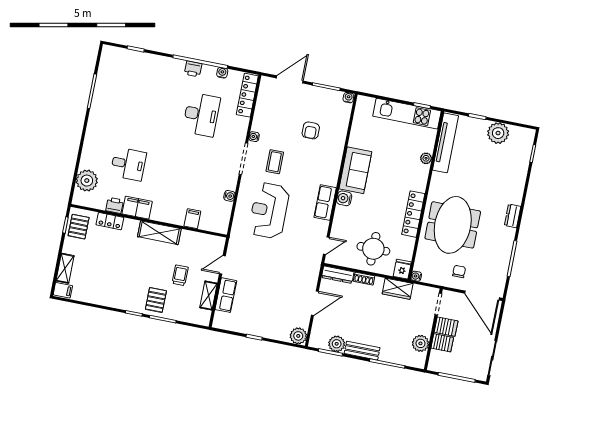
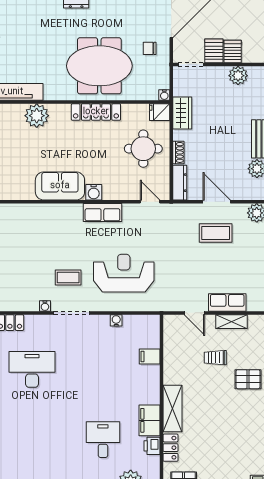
armchair: (311, 130) -> (26, 244), removed
plant: (426, 158) -> (37, 116), width x1.88, depth x1.88
reception desk: (269, 211) -> (124, 273), turned 180
shelving: (159, 233) -> (173, 408), moved
coffee table: (288, 297) -> (216, 233), added

